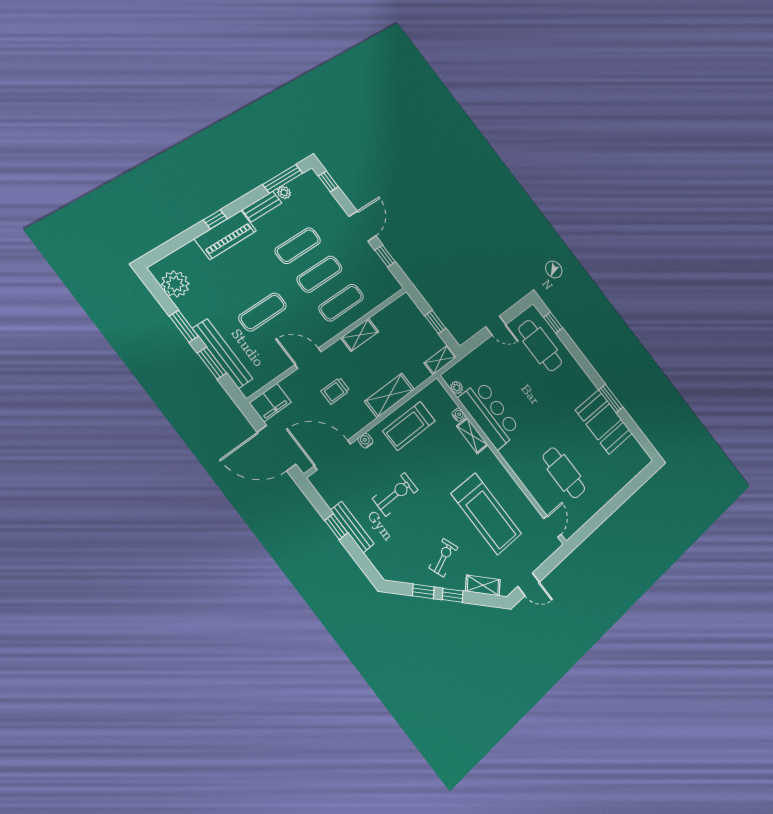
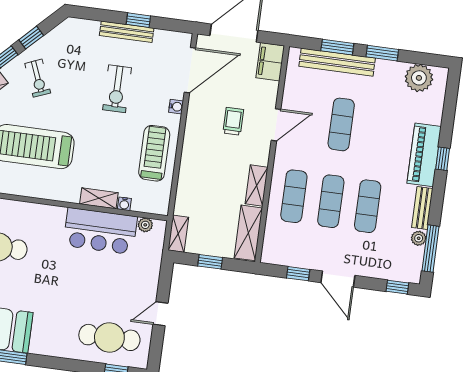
shelving: (390, 395) -> (248, 233), moved

